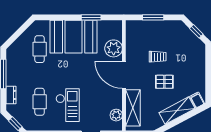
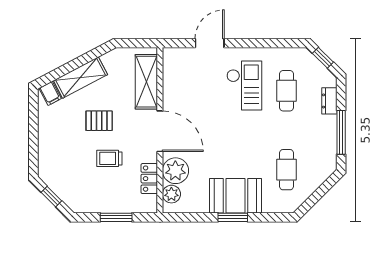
window: (91, 17) -> (233, 217), moved
booth: (74, 37) -> (235, 196), width x0.73, depth x0.70
locker: (131, 43) -> (149, 179), added
checkout: (68, 105) -> (244, 86), turned 180
plant: (116, 115) -> (171, 194), moved

